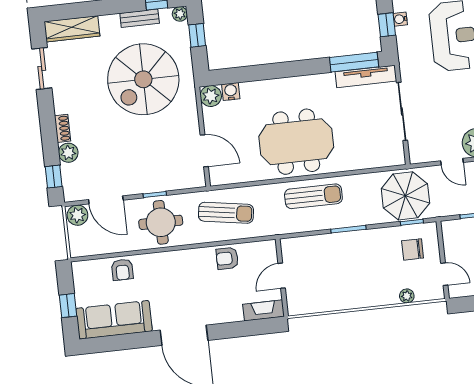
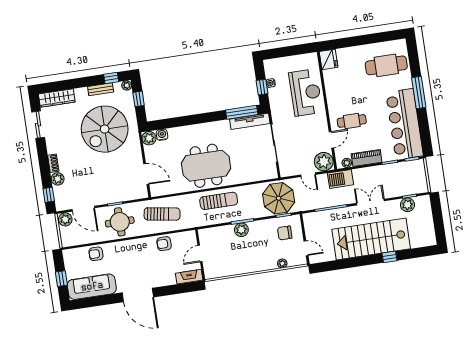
plant: (346, 242) -> (241, 230), added
armchair: (122, 270) -> (96, 254), turned 90

